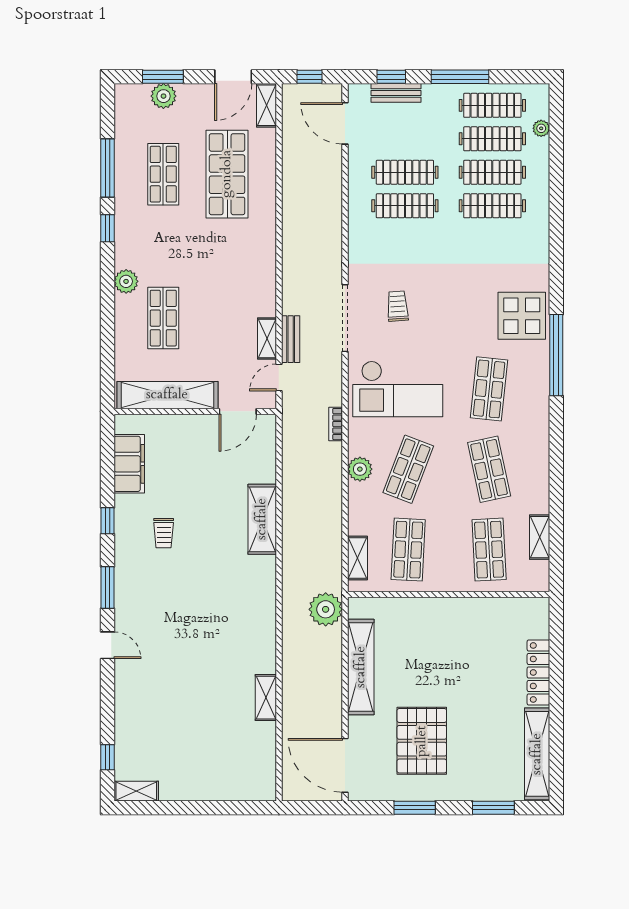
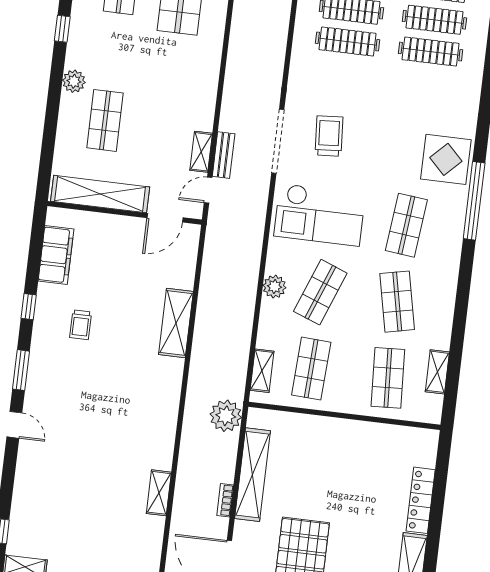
trolley: (398, 306) -> (329, 136), width x1.36, depth x1.39
bookcase: (336, 424) -> (225, 500), moved

